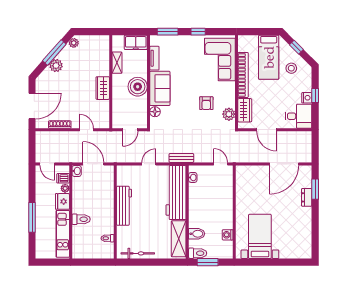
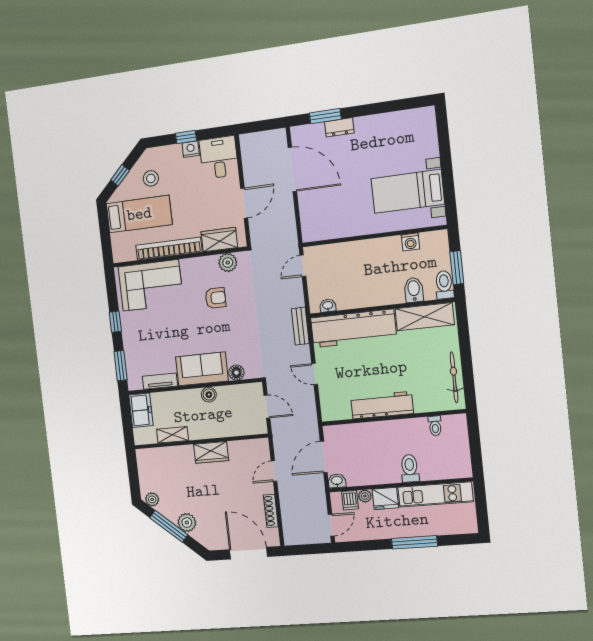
boiler: (138, 87) -> (209, 395), width x0.54, depth x0.54

